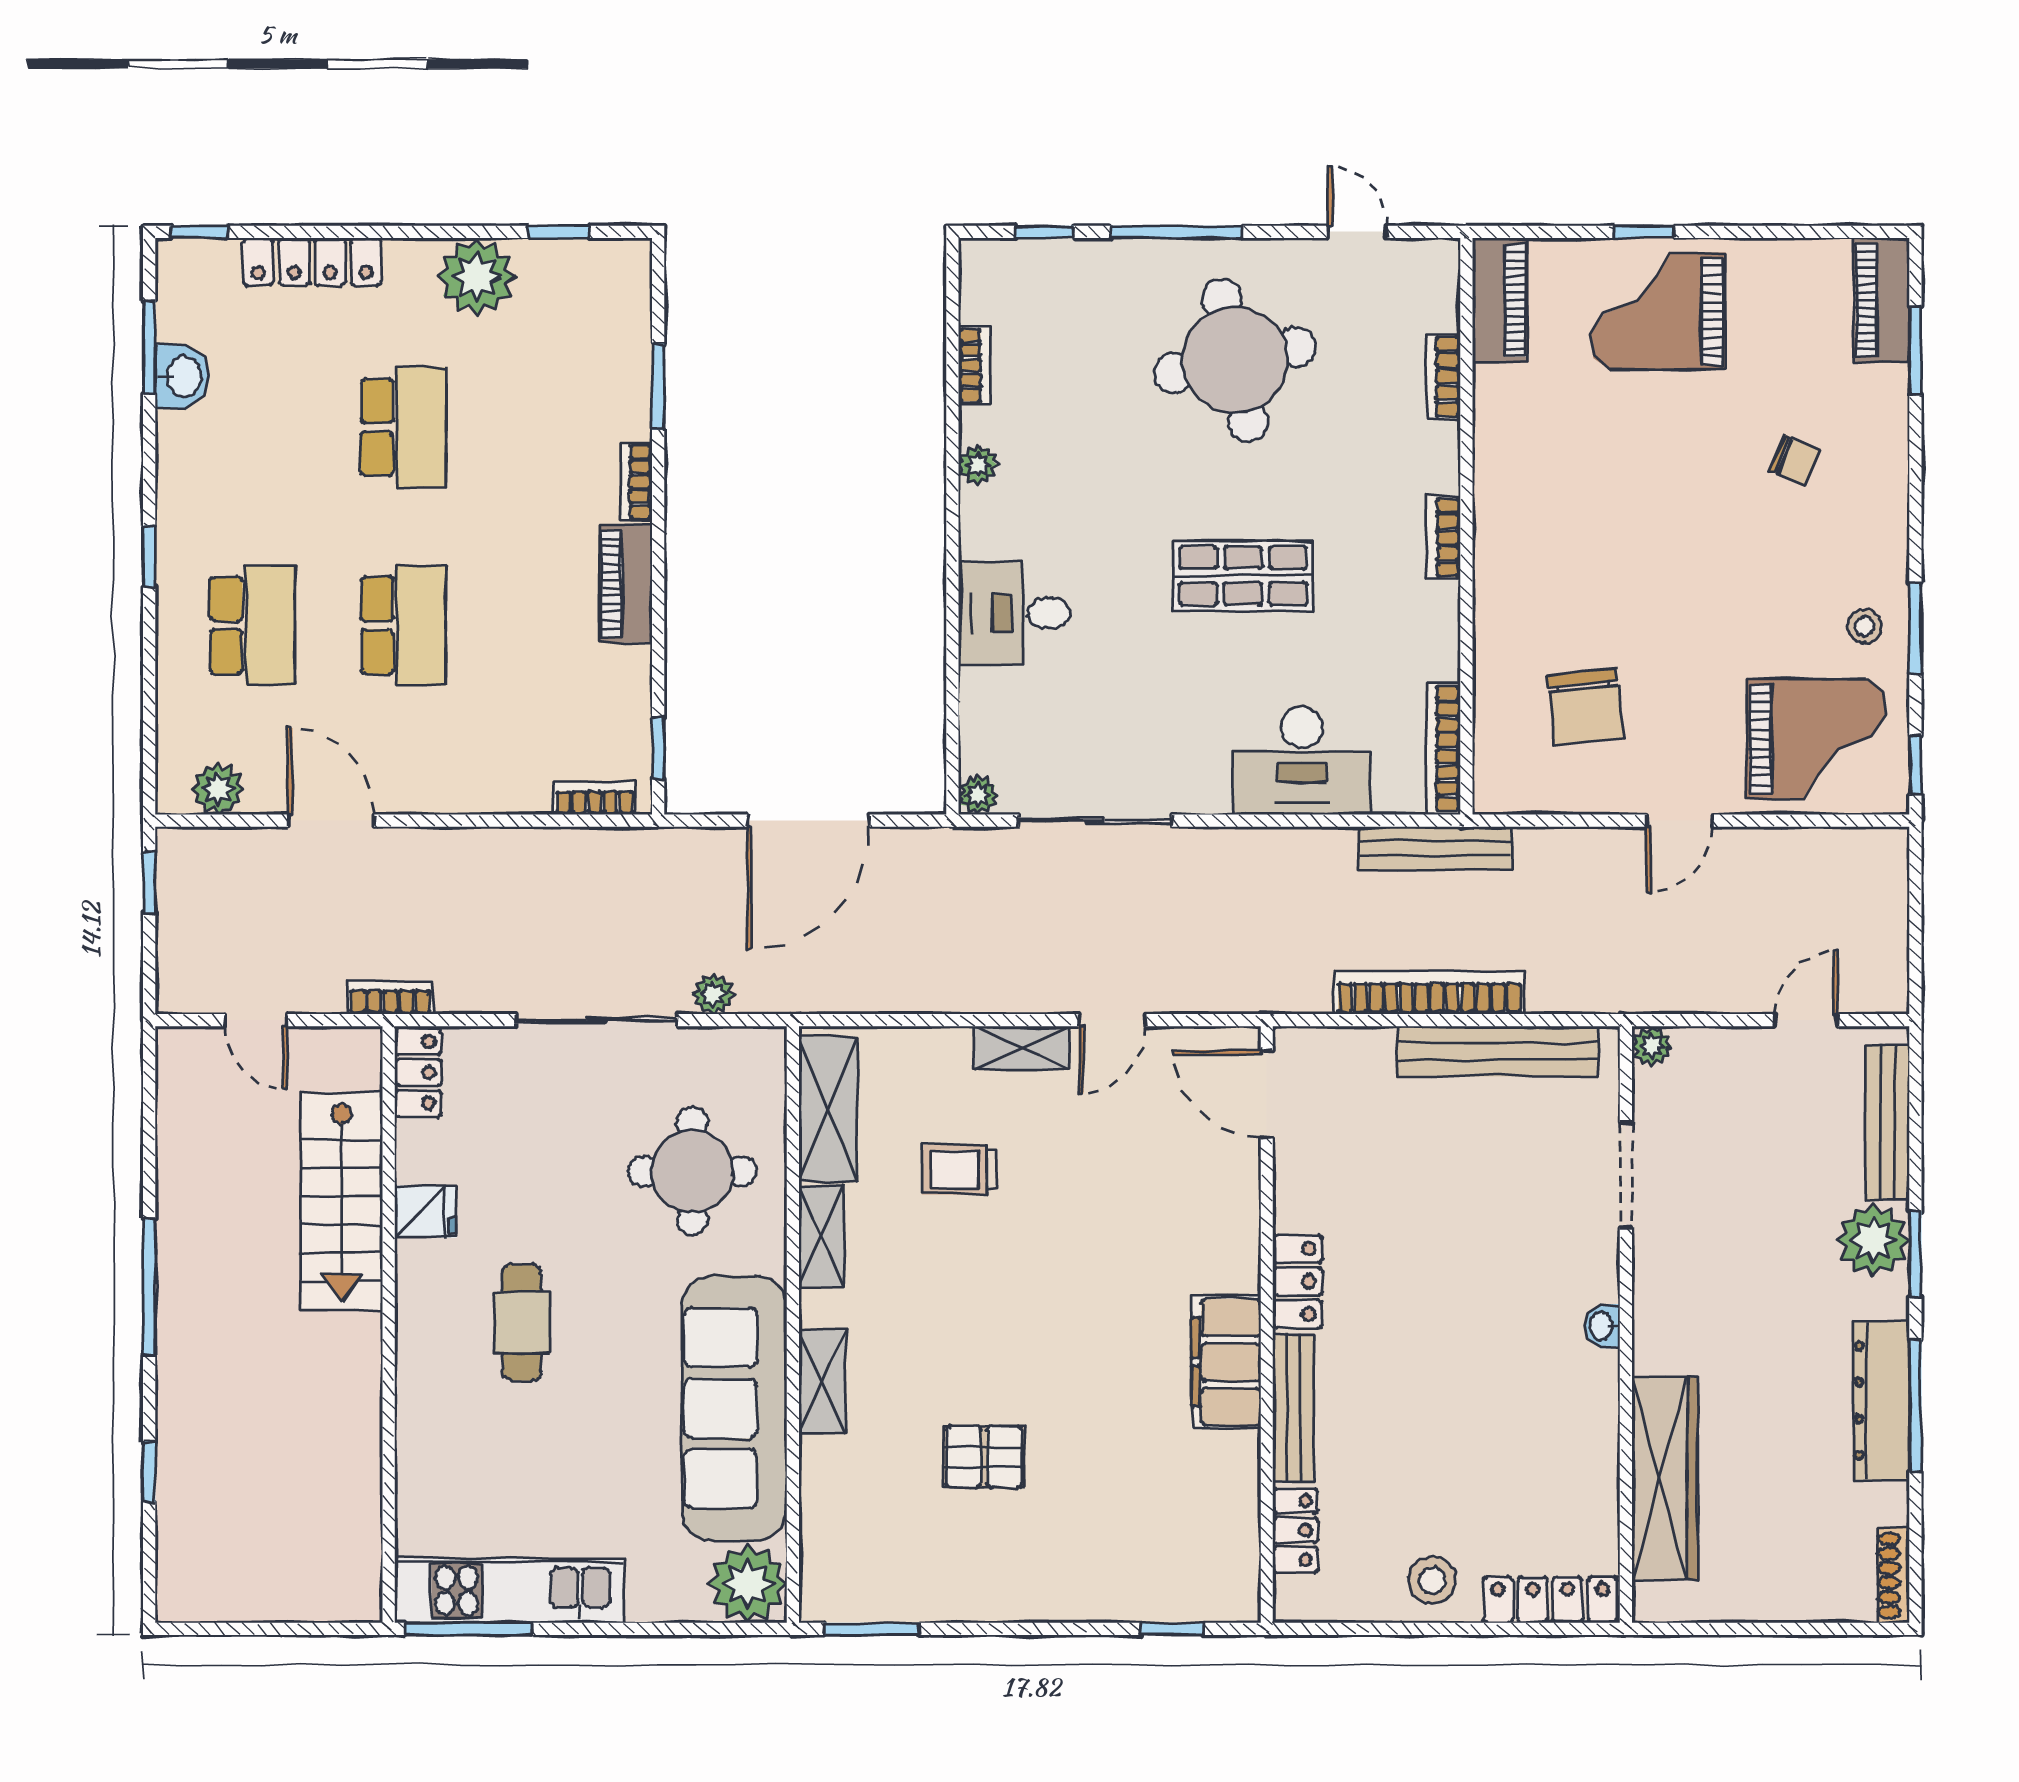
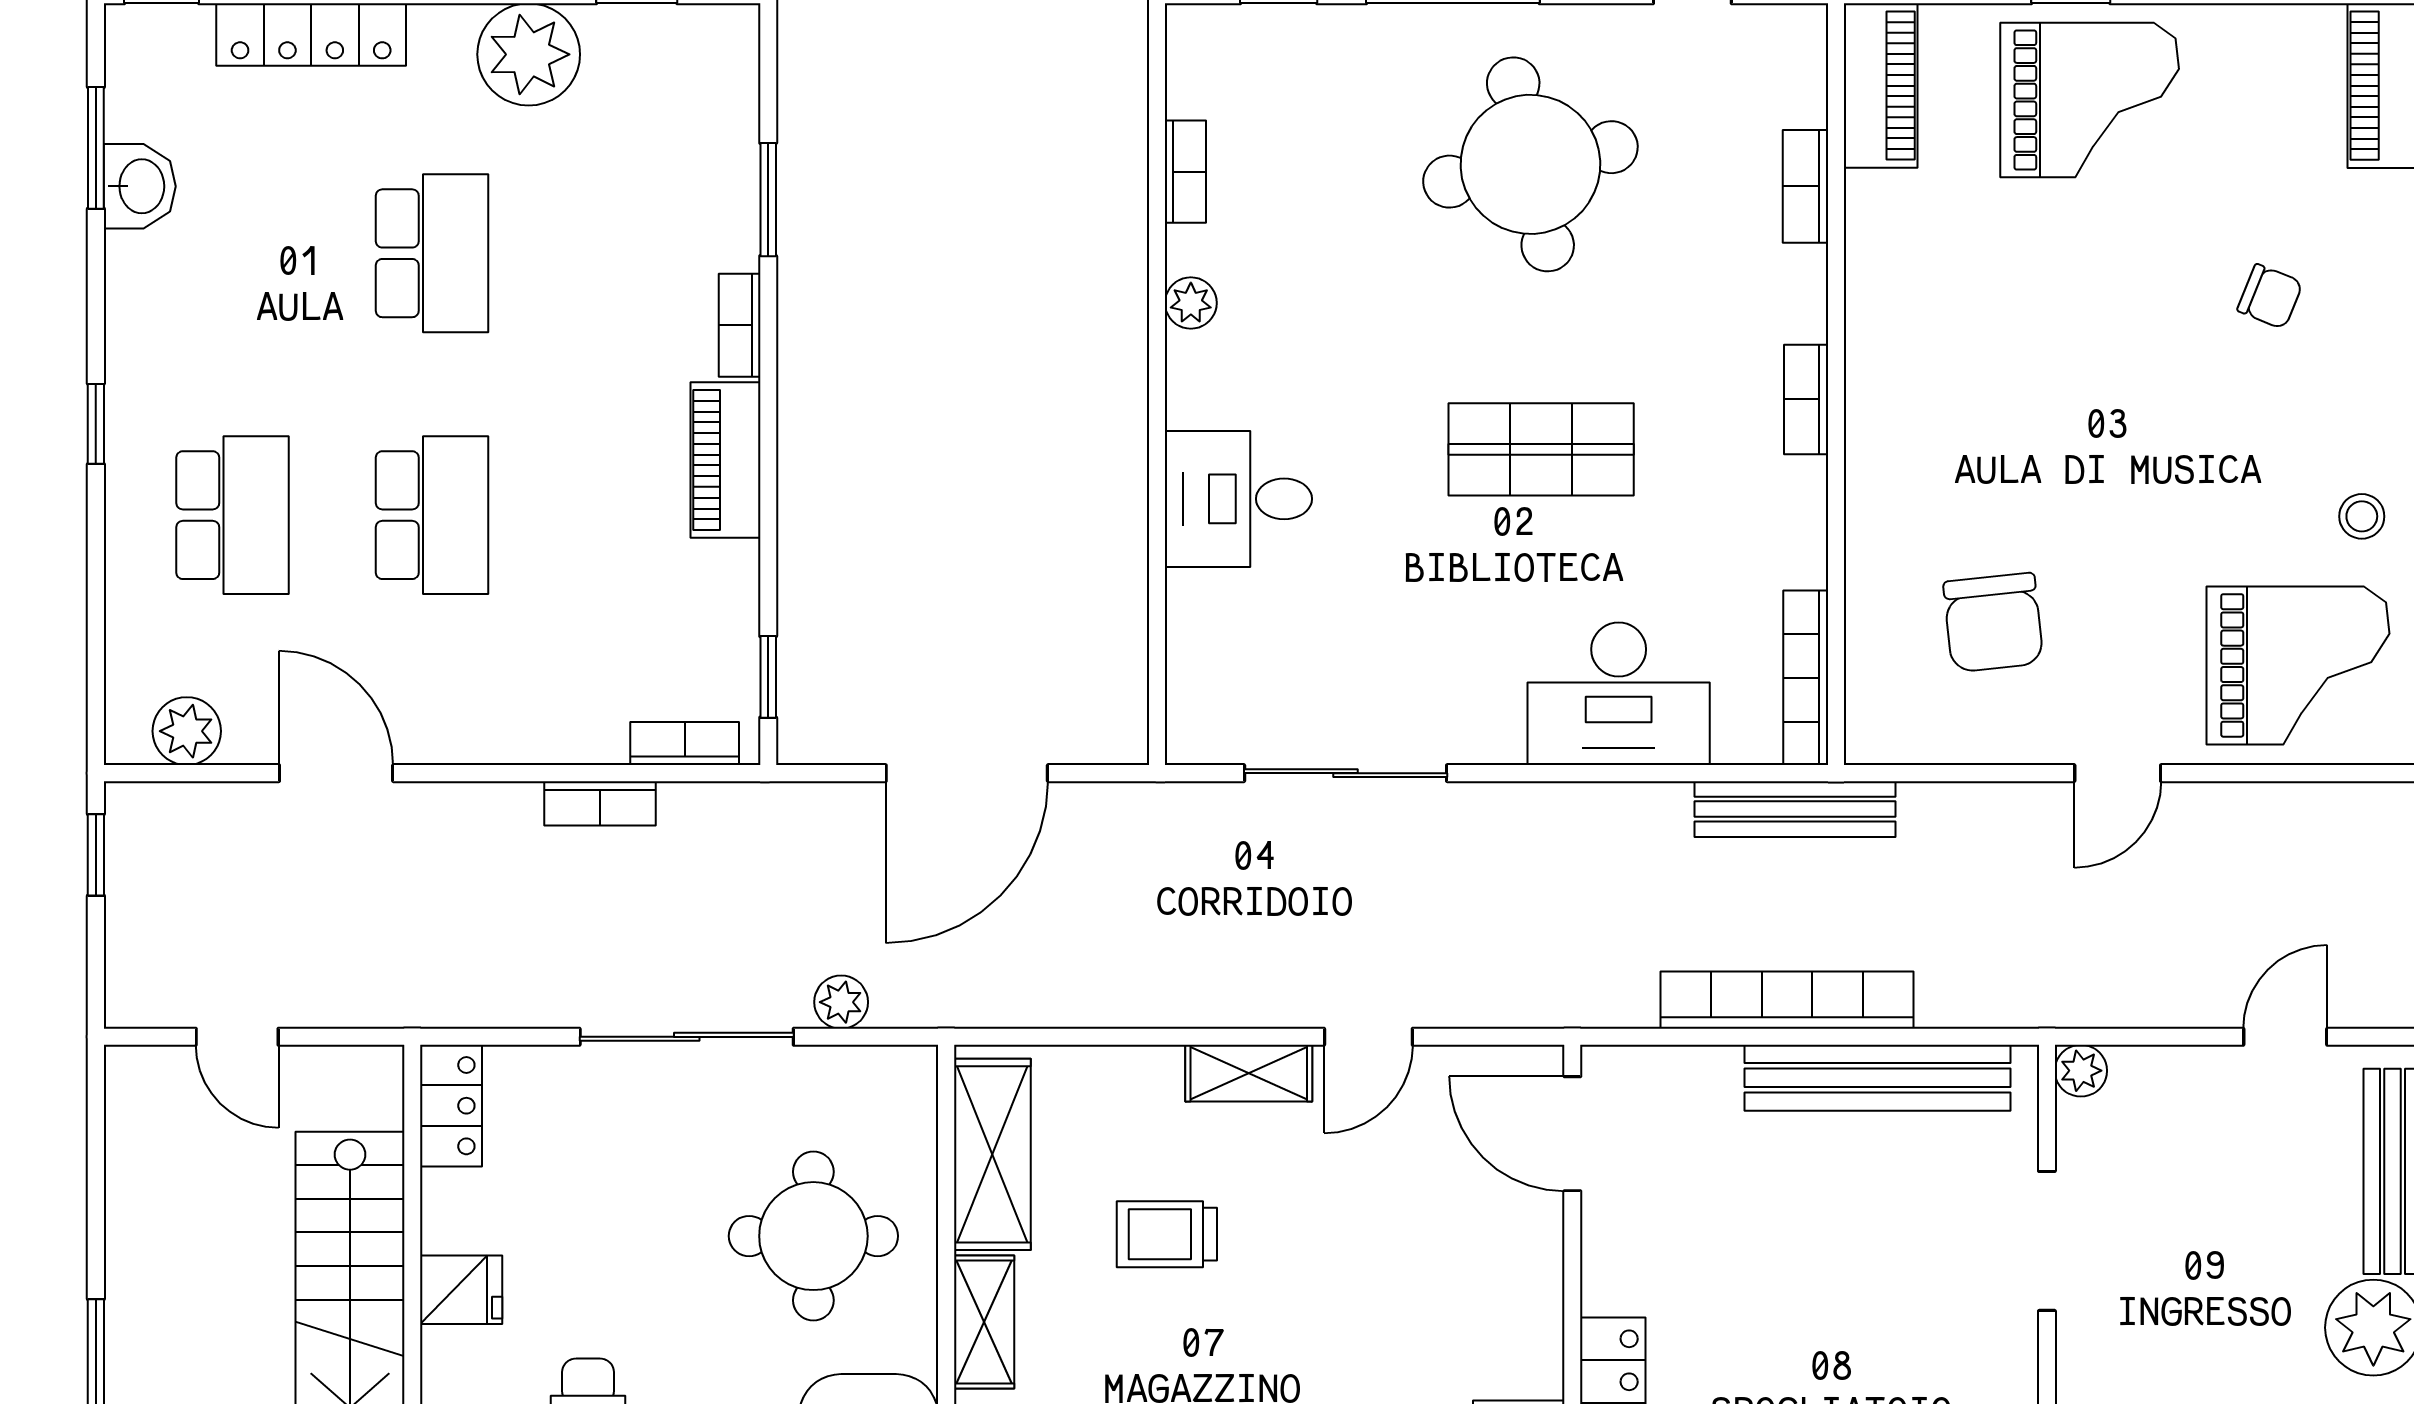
grand piano: (1658, 311) -> (2090, 100), turned 180
plant: (978, 795) -> (1191, 739), removed
bookcase: (390, 997) -> (600, 803), moved, turned 180

